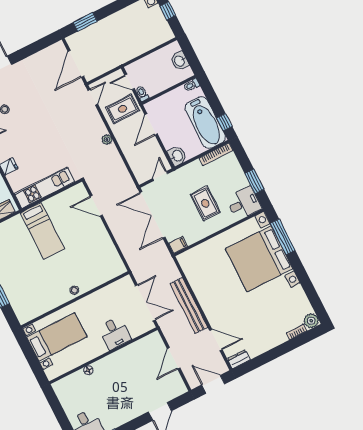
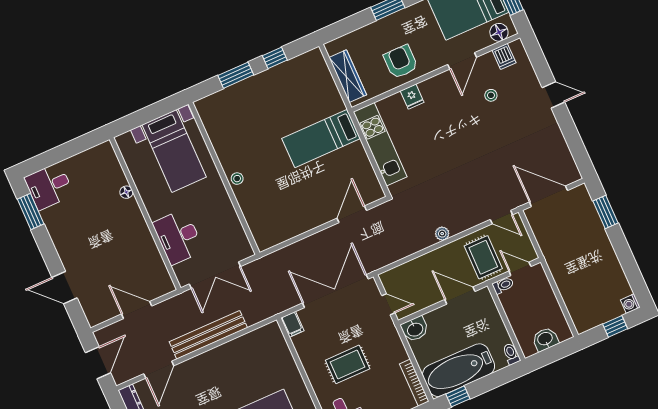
door: (130, 82) -> (520, 269), hinge flipped
desk: (115, 333) -> (178, 237), width x1.37

